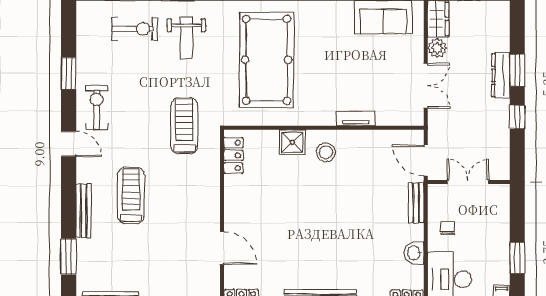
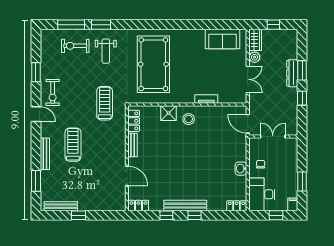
exercise bike: (135, 29) -> (75, 46), turned 180
exercise bike: (97, 108) -> (53, 92), turned 180
bench: (416, 203) -> (133, 145), moved
washbasin: (414, 253) -> (241, 169), moved

